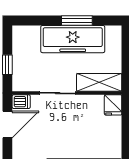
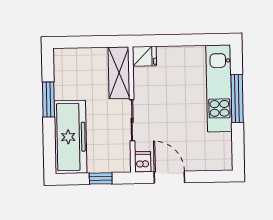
freezer: (73, 39) -> (70, 137), moved

